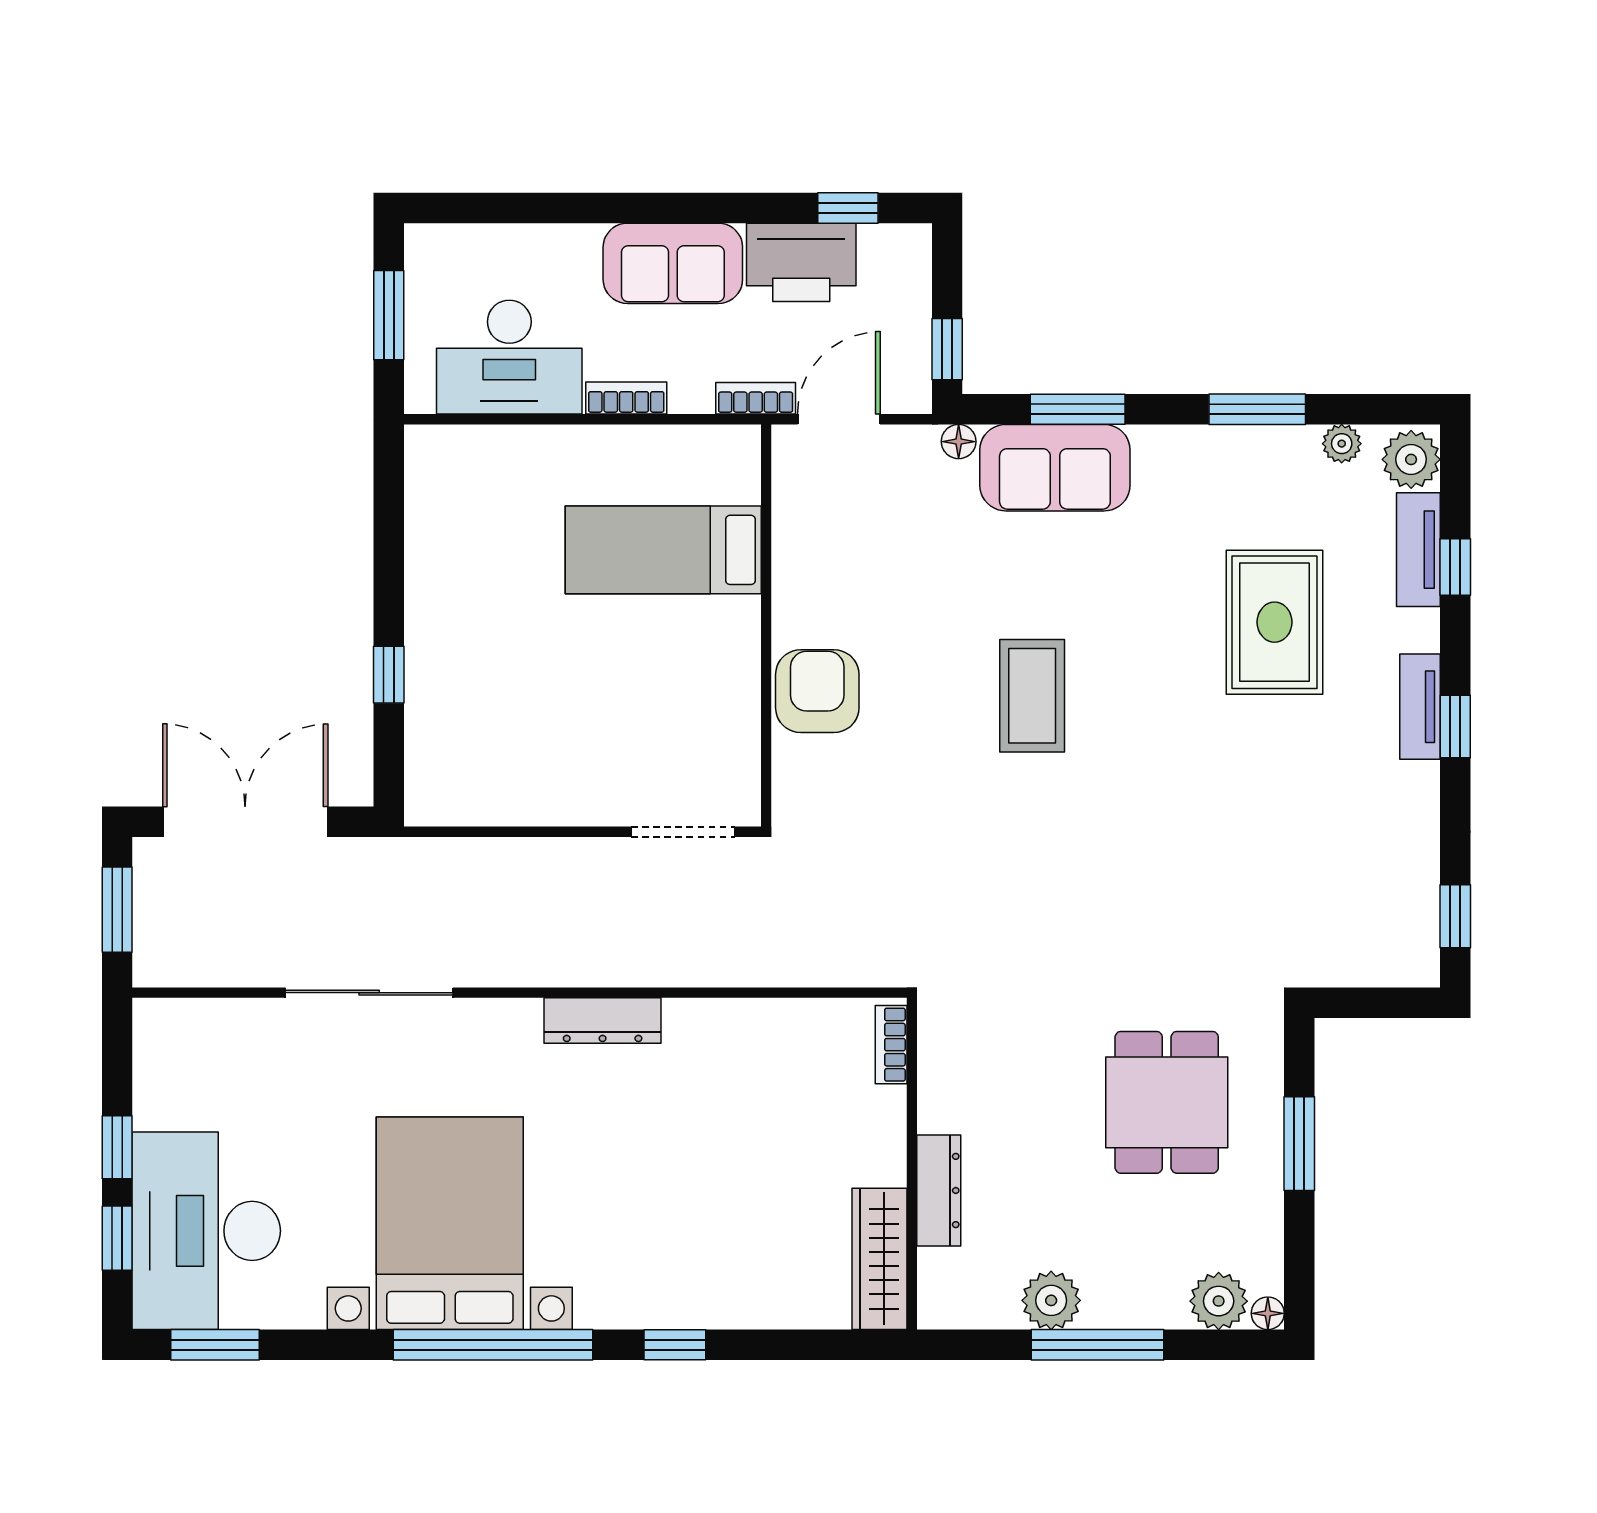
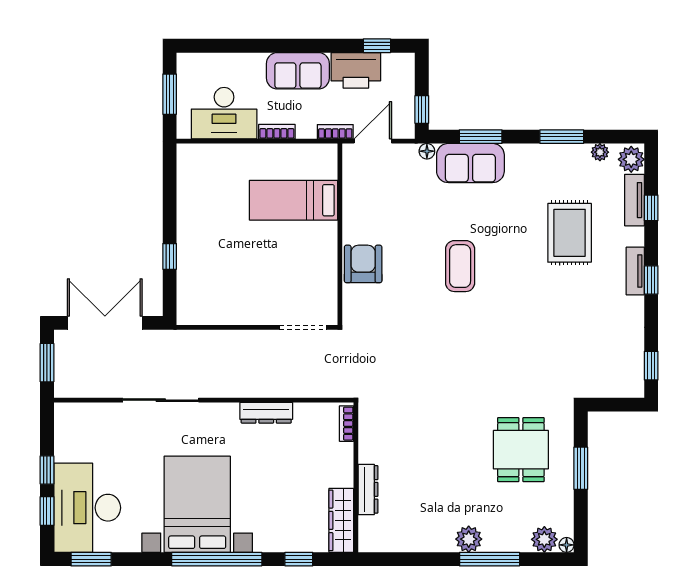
bookcase: (891, 1045) -> (347, 424), moved
wall: (912, 1164) -> (356, 477), moved
dresser: (939, 1190) -> (368, 489), moved
wardrobe: (880, 1259) -> (341, 520), moved

